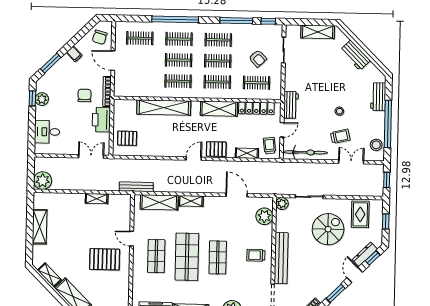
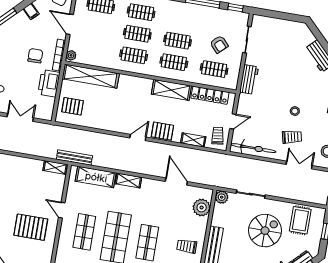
shelving: (318, 32) -> (285, 26), removed
clothes rail: (218, 40) -> (181, 19), removed
plant: (118, 90) -> (71, 55), added
workbench: (291, 105) -> (249, 80), moved
shelving: (164, 108) -> (91, 76), moved
double door: (91, 156) -> (20, 117), moved
shelving: (97, 199) -> (55, 168), moved

